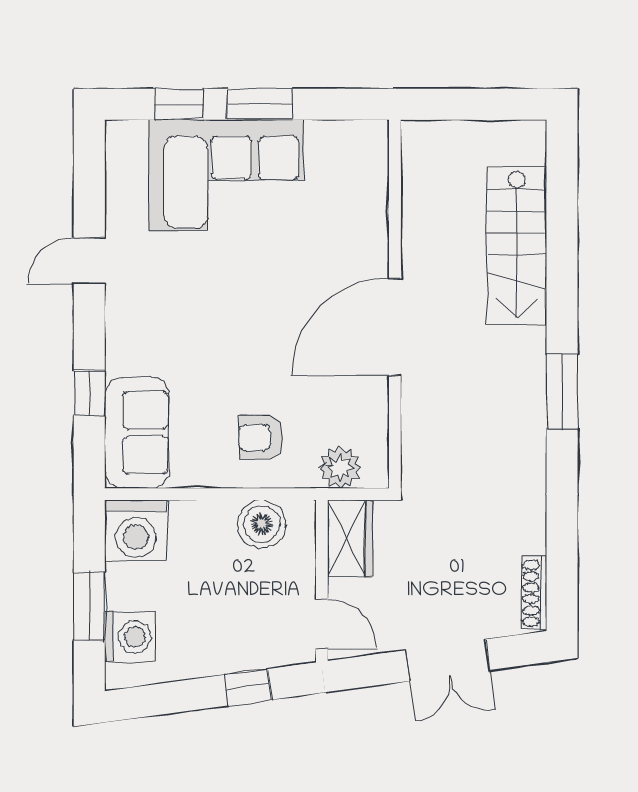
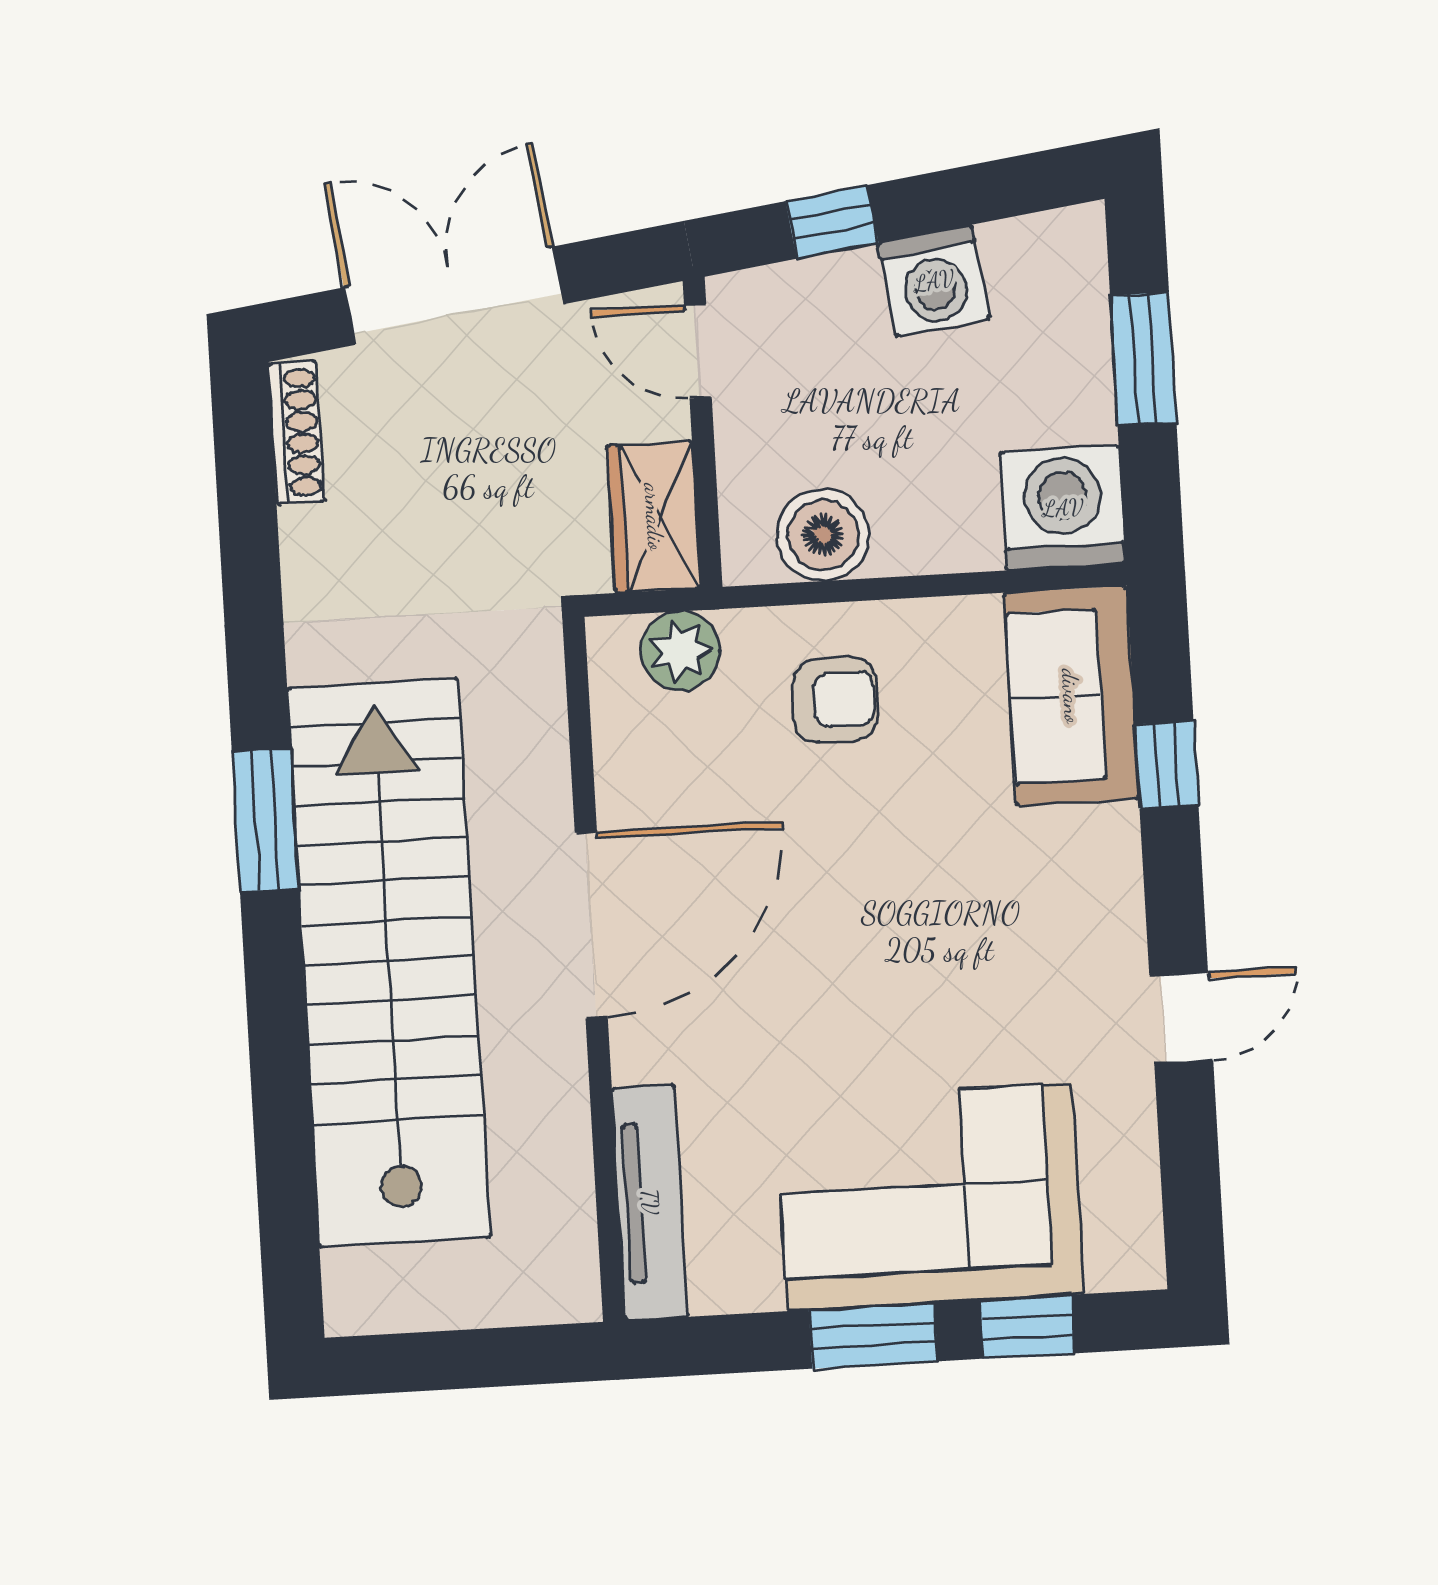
tv unit: (373, 180) -> (650, 1202), added
stairs: (517, 246) -> (389, 963), width x1.86, depth x1.51
washing machine: (130, 637) -> (934, 281), moved, turned -98
double door: (448, 660) -> (454, 296), width x1.37

